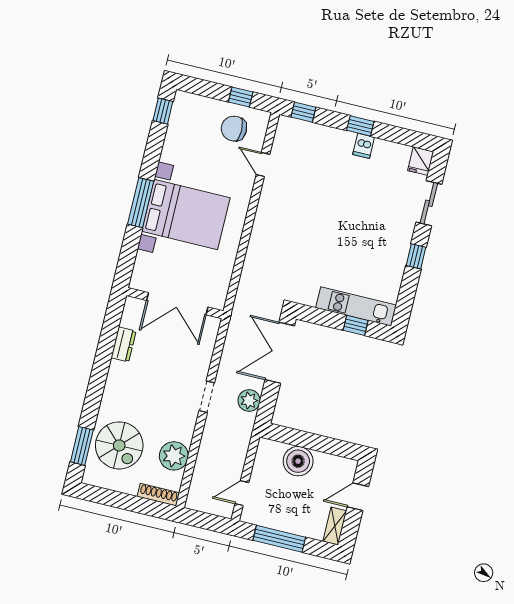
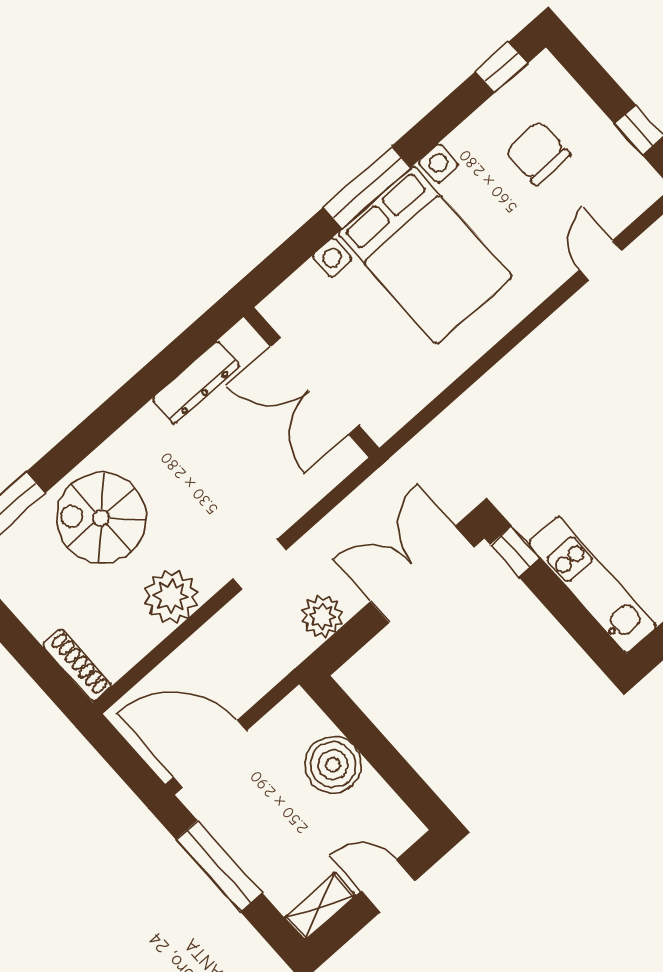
chair: (234, 129) -> (538, 153), moved
window: (356, 325) -> (515, 551), moved
dresser: (124, 344) -> (196, 382), width x1.44
spiral stairs: (119, 445) -> (101, 518), moved, turned 90
plant: (174, 456) -> (171, 597), moved
door: (242, 493) -> (210, 754), width x1.87

